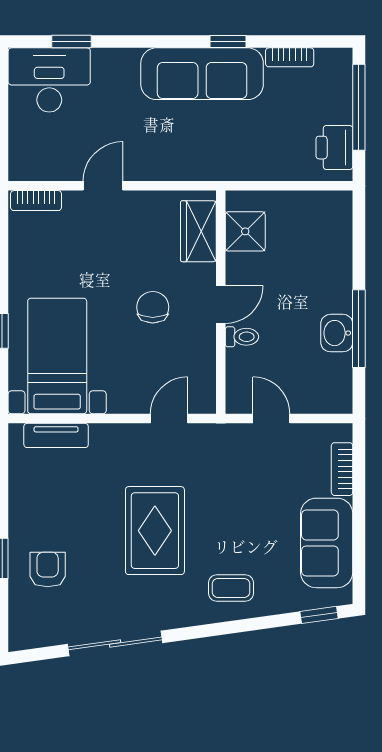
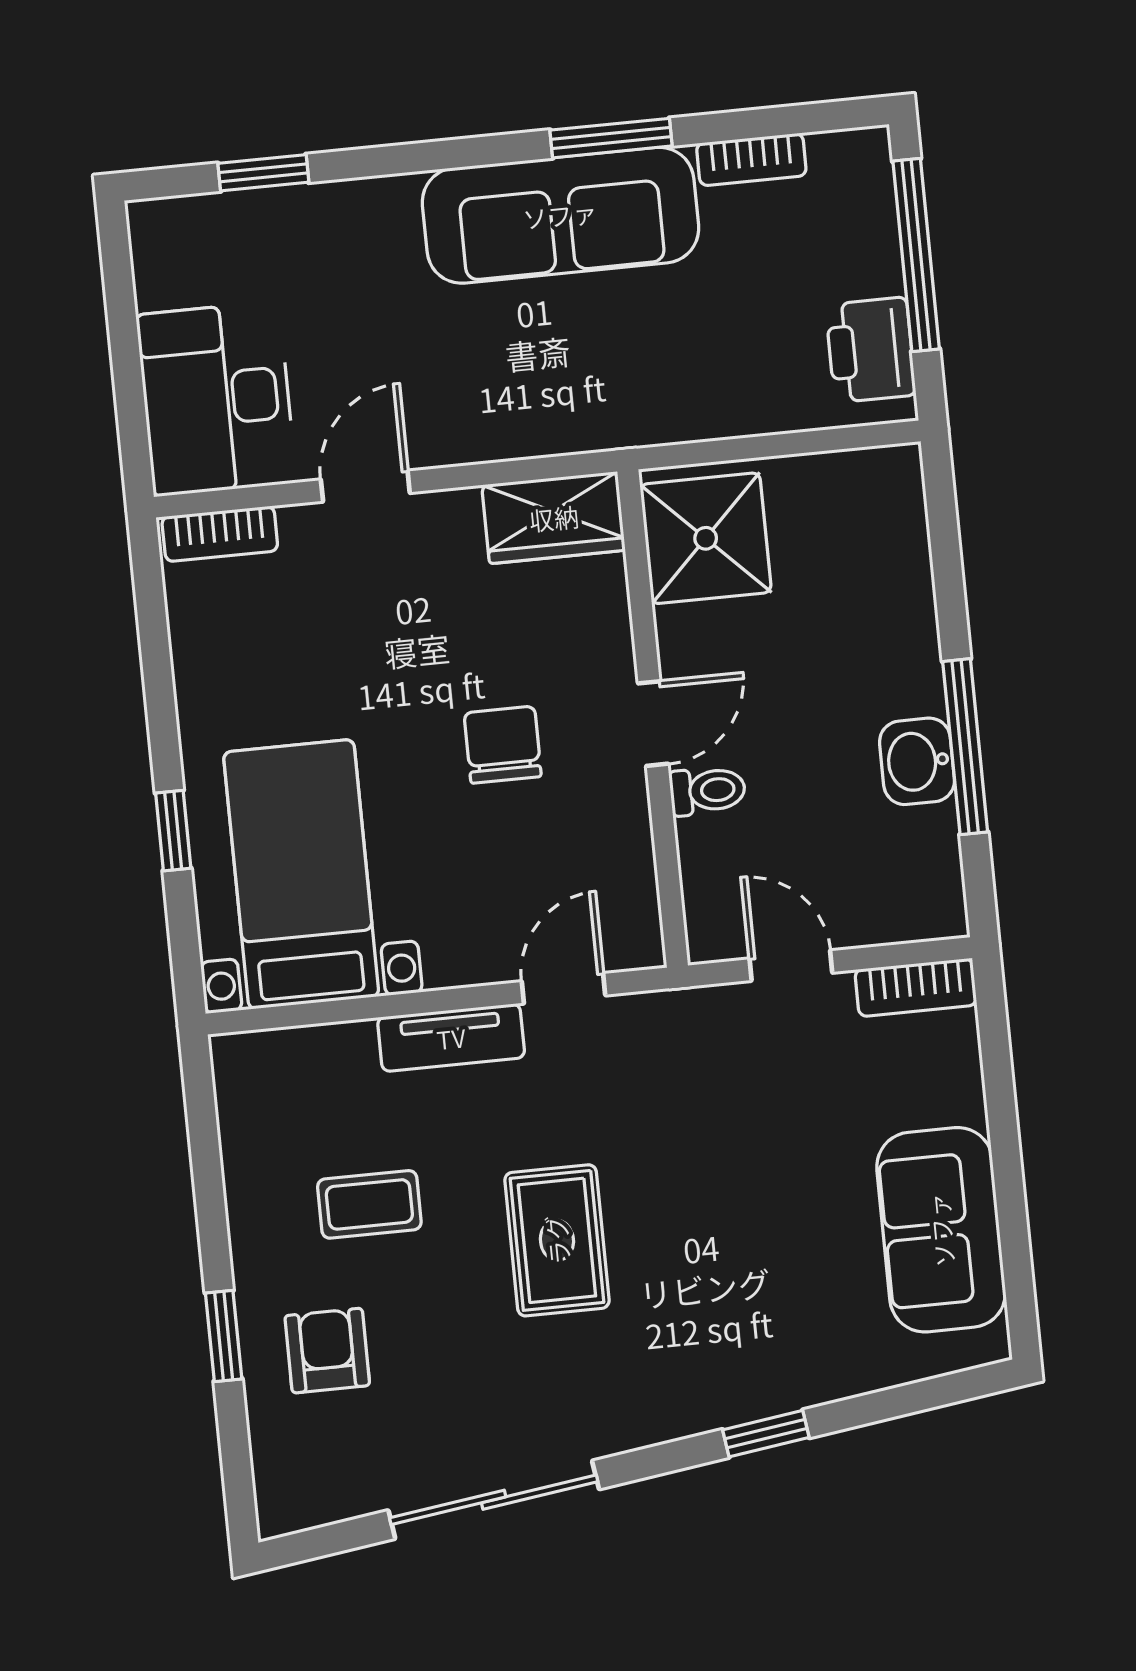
window: (228, 42) -> (611, 138), width x1.50
desk: (49, 80) -> (216, 399), moved, turned -90
wardrobe: (198, 231) -> (554, 518), moved, turned -90
shower: (245, 231) -> (706, 538), width x1.36, depth x1.36
tv unit: (56, 435) -> (451, 1038), moved
bookcase: (342, 469) -> (916, 987), moved, turned -90
rug: (155, 531) -> (557, 1240), width x0.73, depth x0.70
coffee table: (231, 588) -> (369, 1204), moved
window: (319, 615) -> (766, 1434), moved

